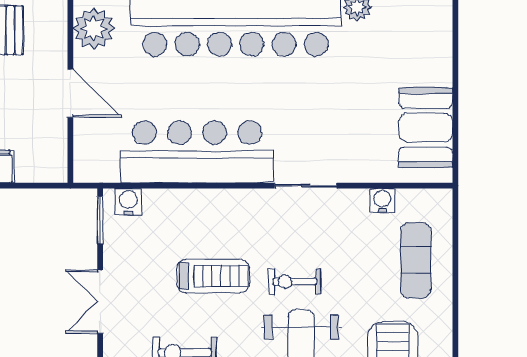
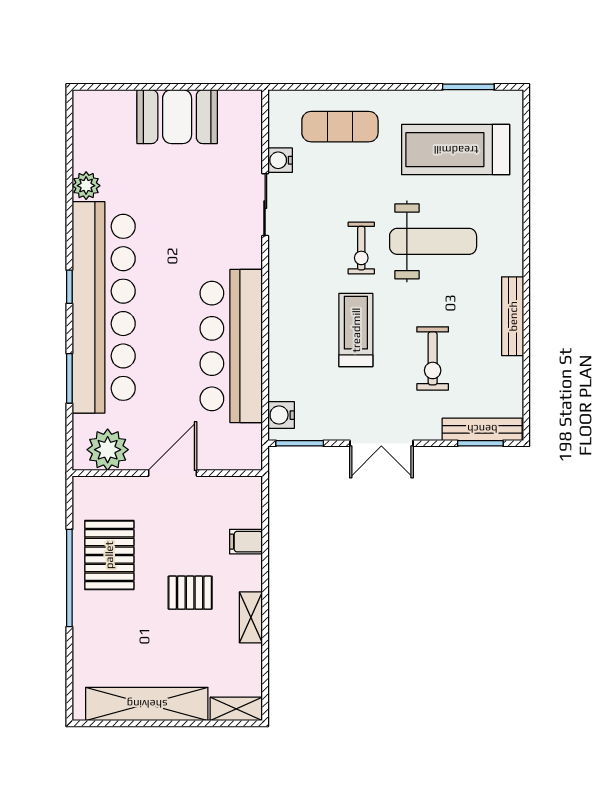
booth: (426, 128) -> (177, 117), moved
sliding door: (306, 186) -> (265, 205), moved

